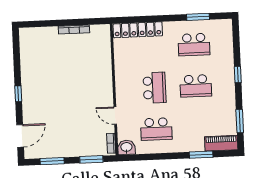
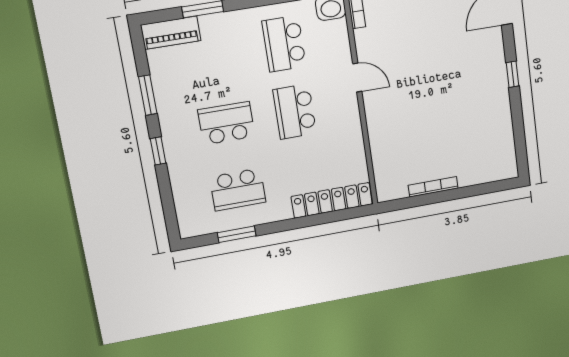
school desk: (194, 45) -> (238, 190), turned 180
door: (115, 116) -> (357, 78), moved
window: (240, 121) -> (148, 95), moved
school desk: (156, 129) -> (284, 44), turned -90

